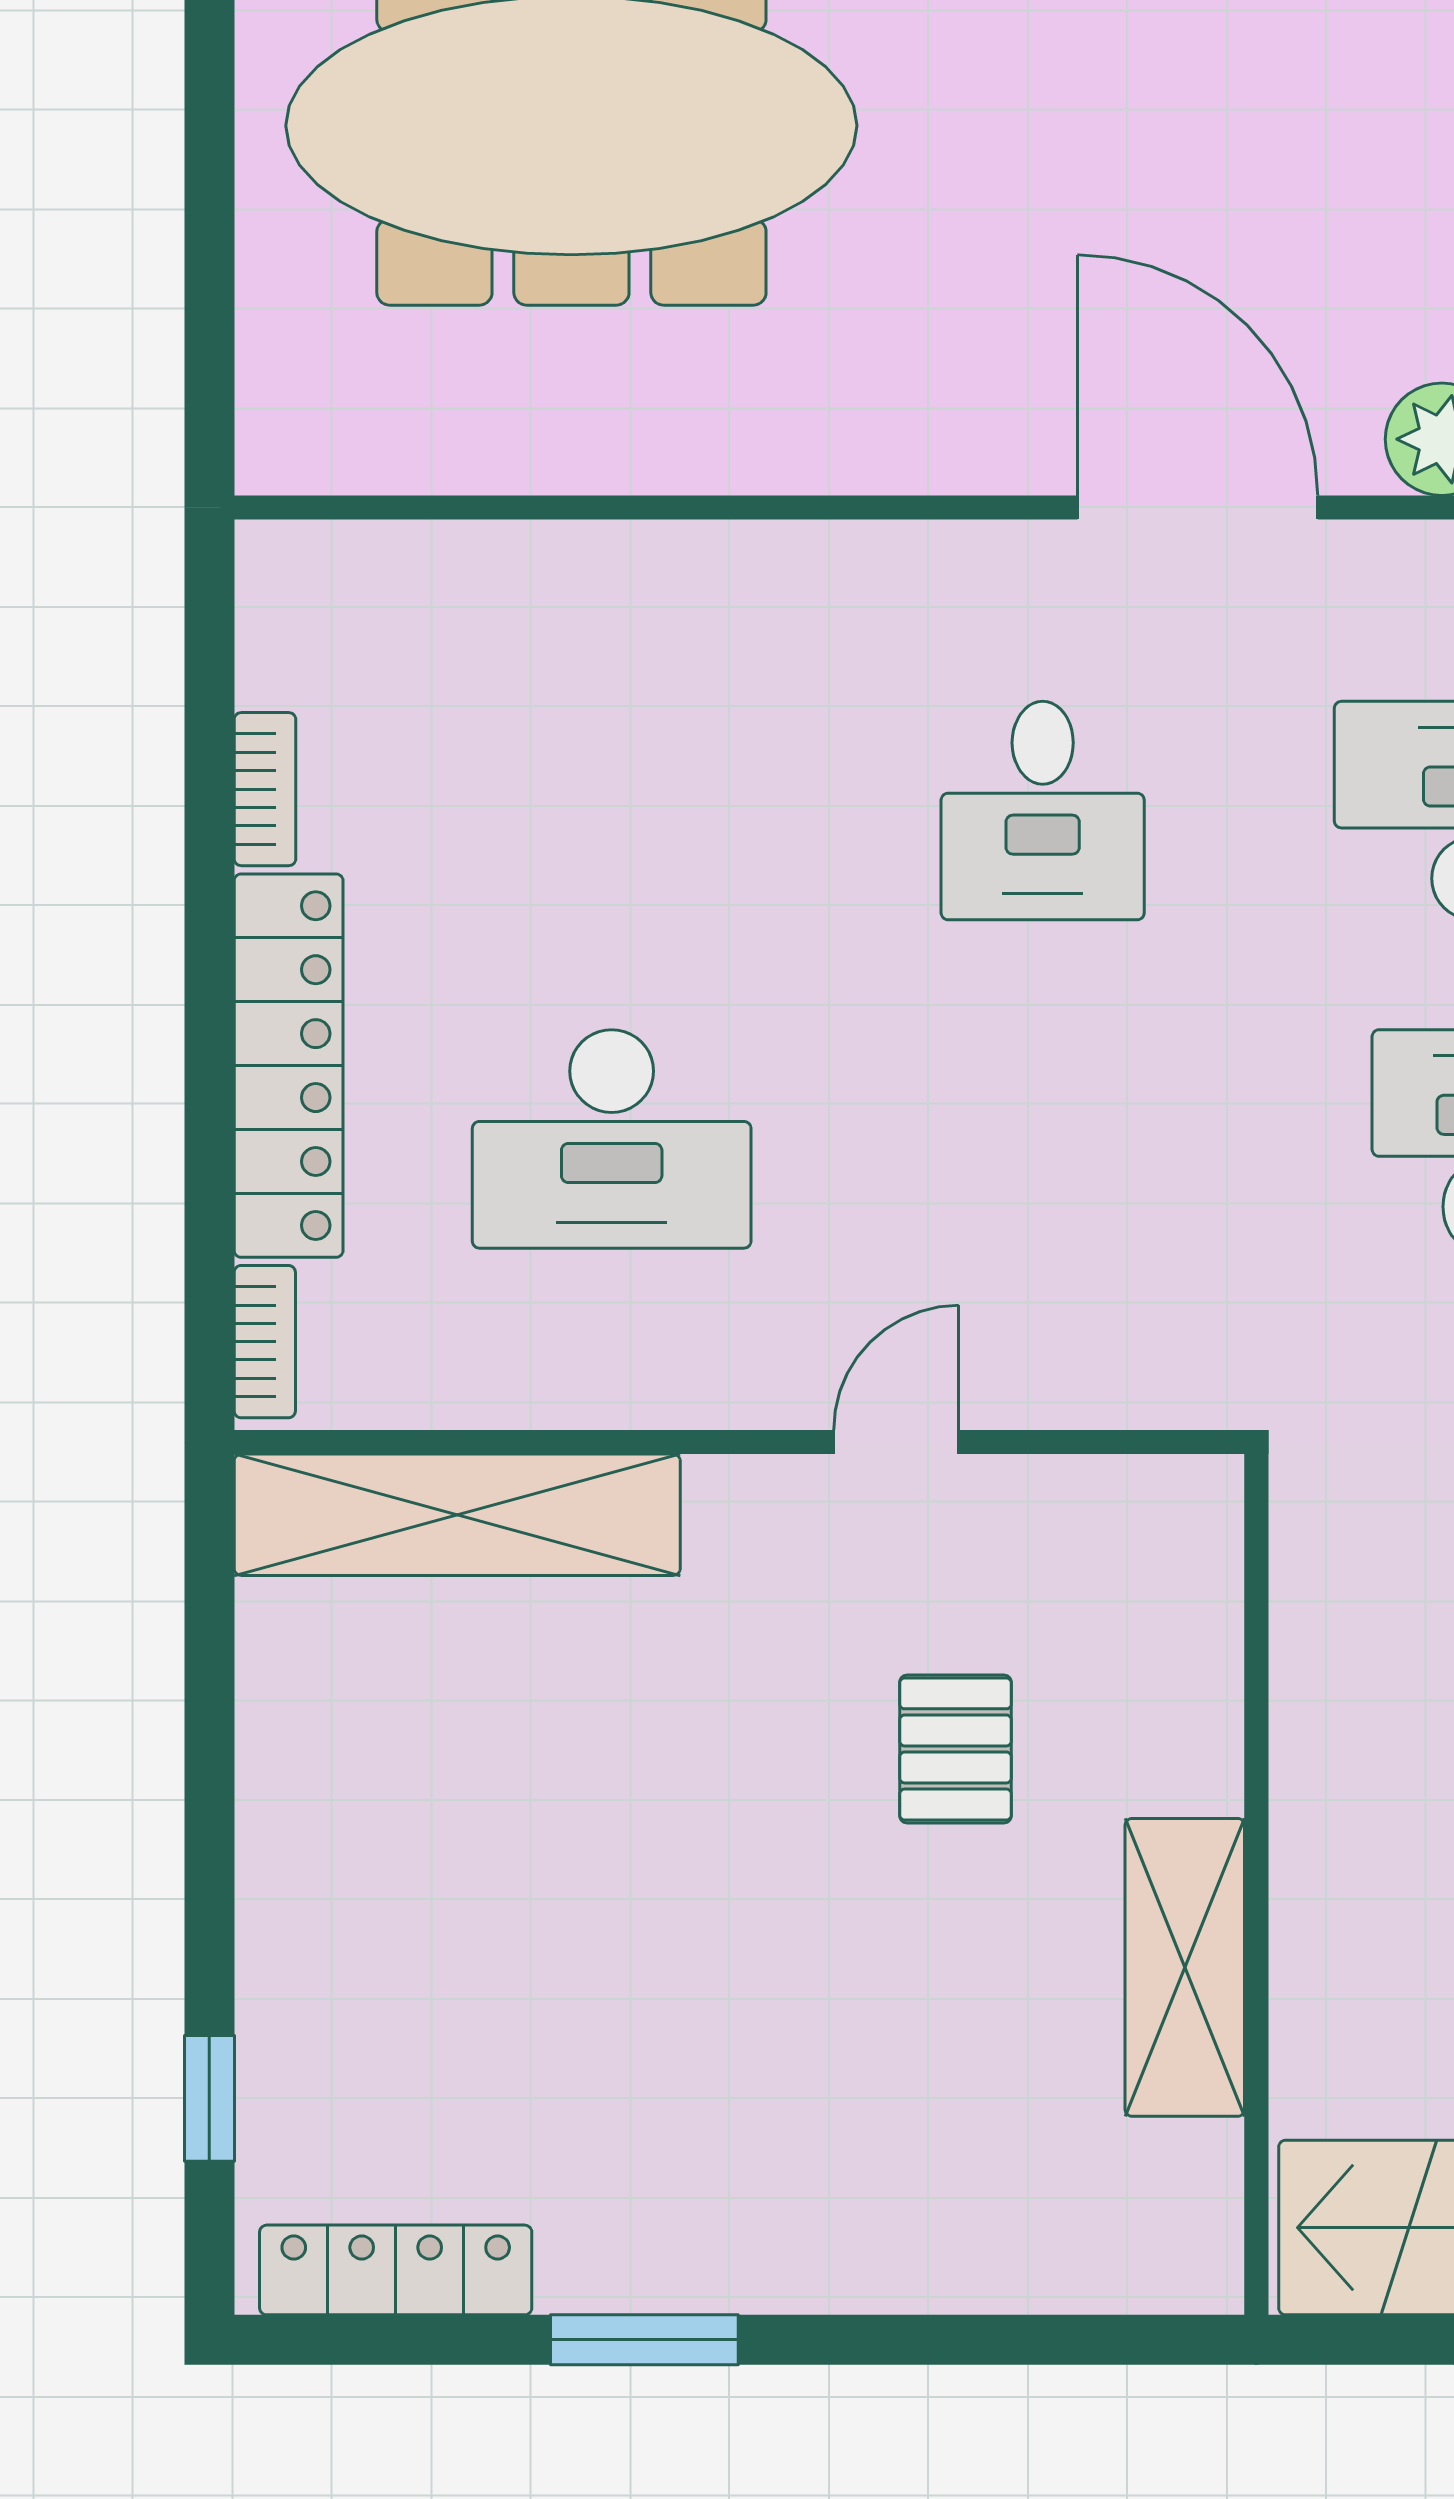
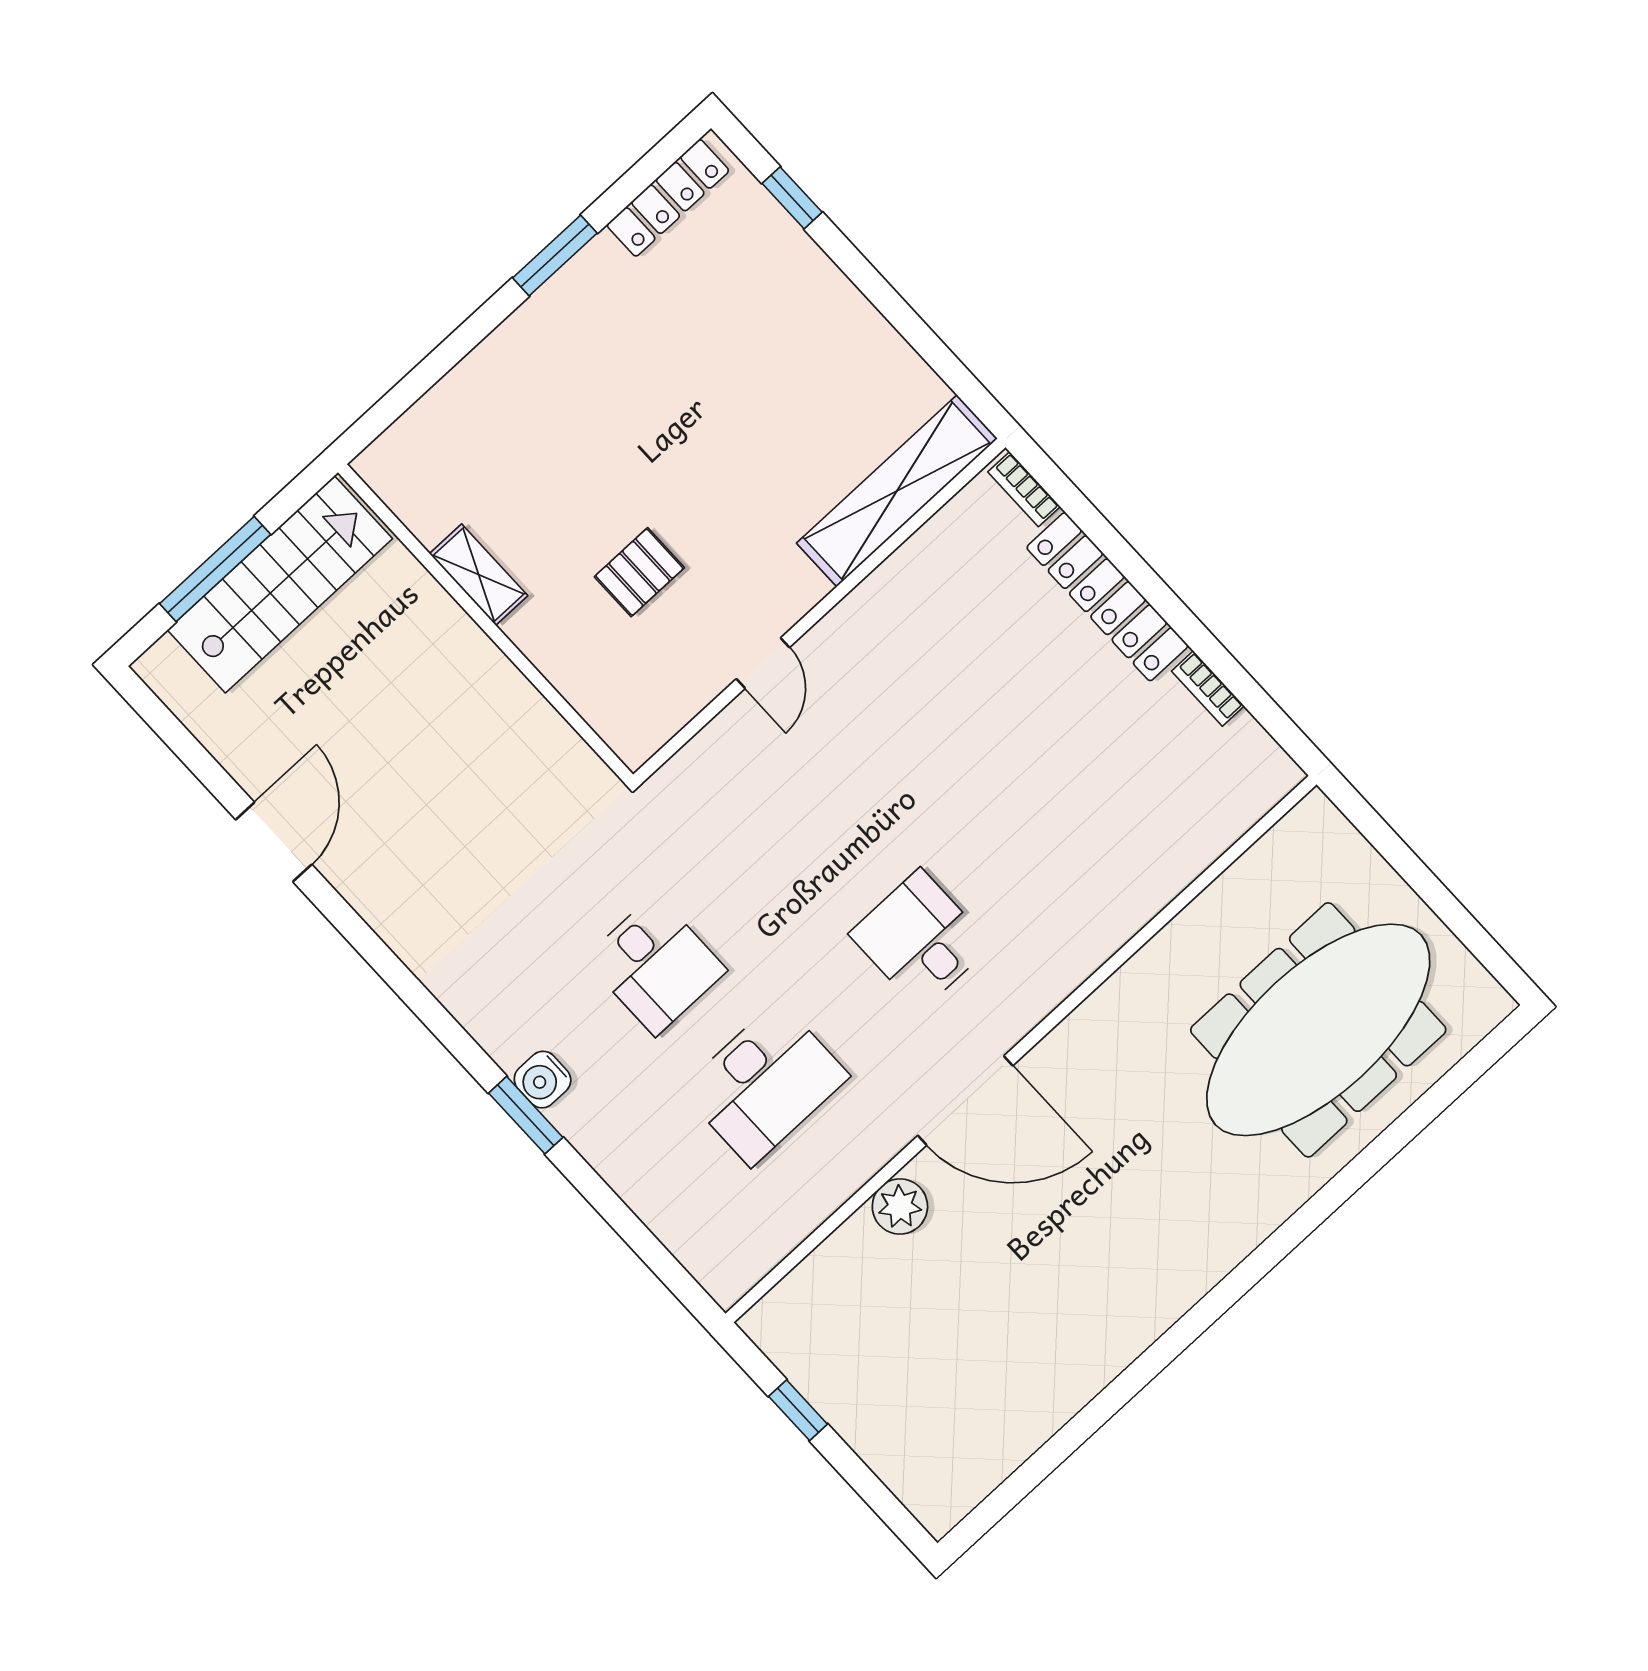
desk: (612, 1139) -> (966, 678), removed
pallet: (955, 1749) -> (639, 572), turned 90
shelving: (1185, 1967) -> (479, 575), width x0.67, depth x0.75

